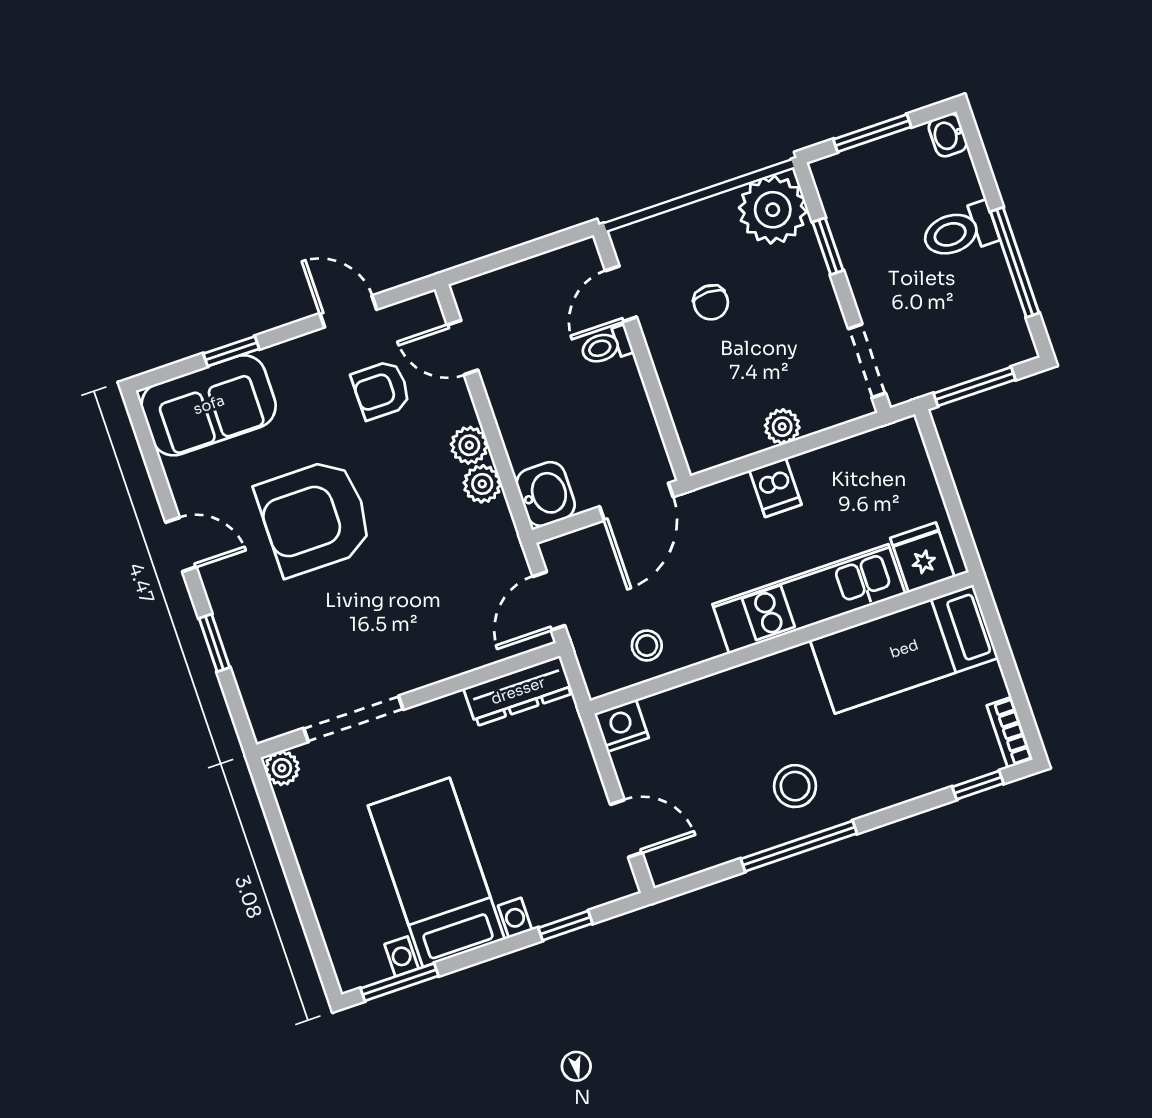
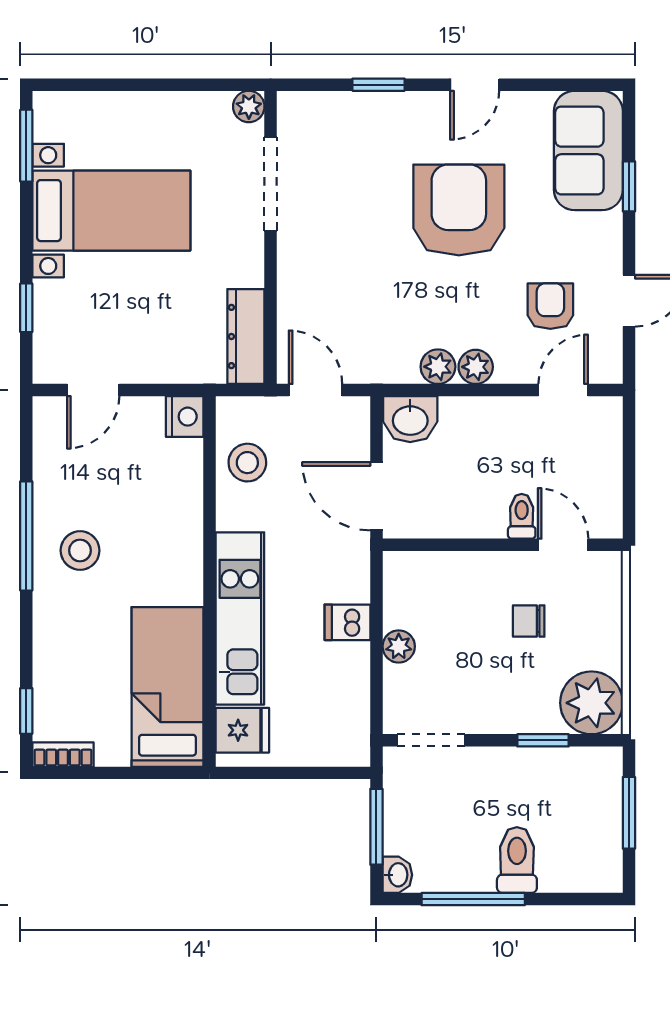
washbasin: (948, 135) -> (397, 875), moved, turned 90
stool: (647, 645) -> (247, 463), width x1.37, depth x1.37

